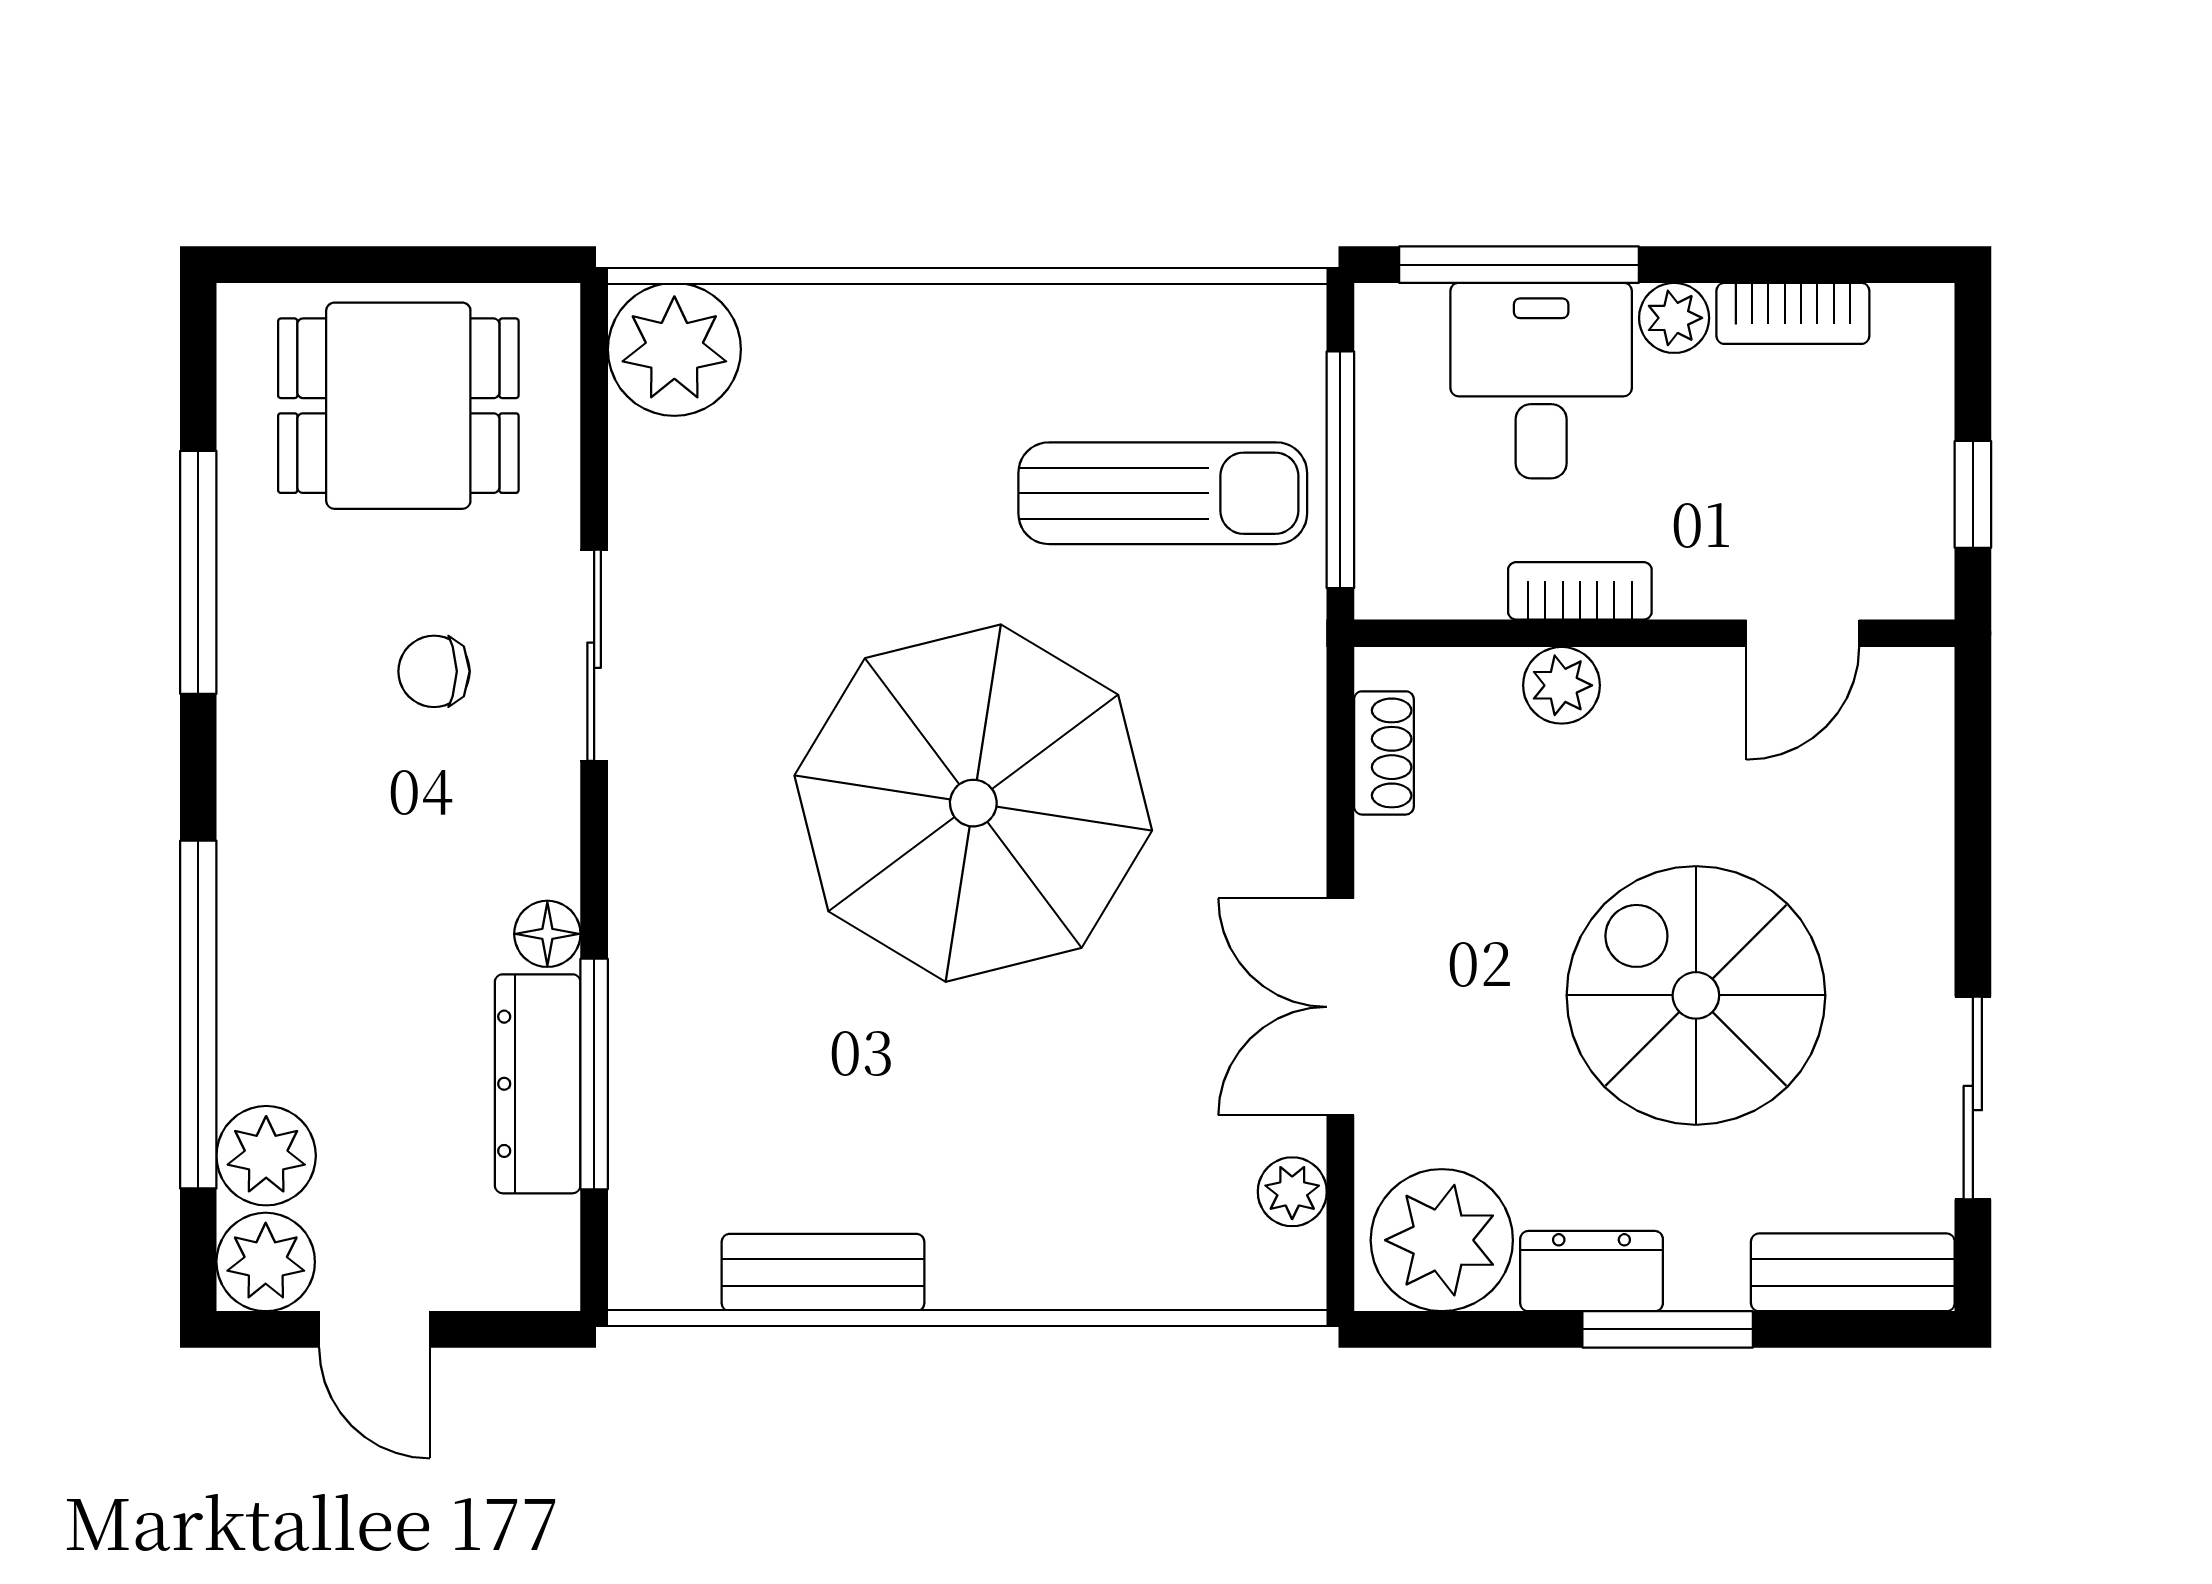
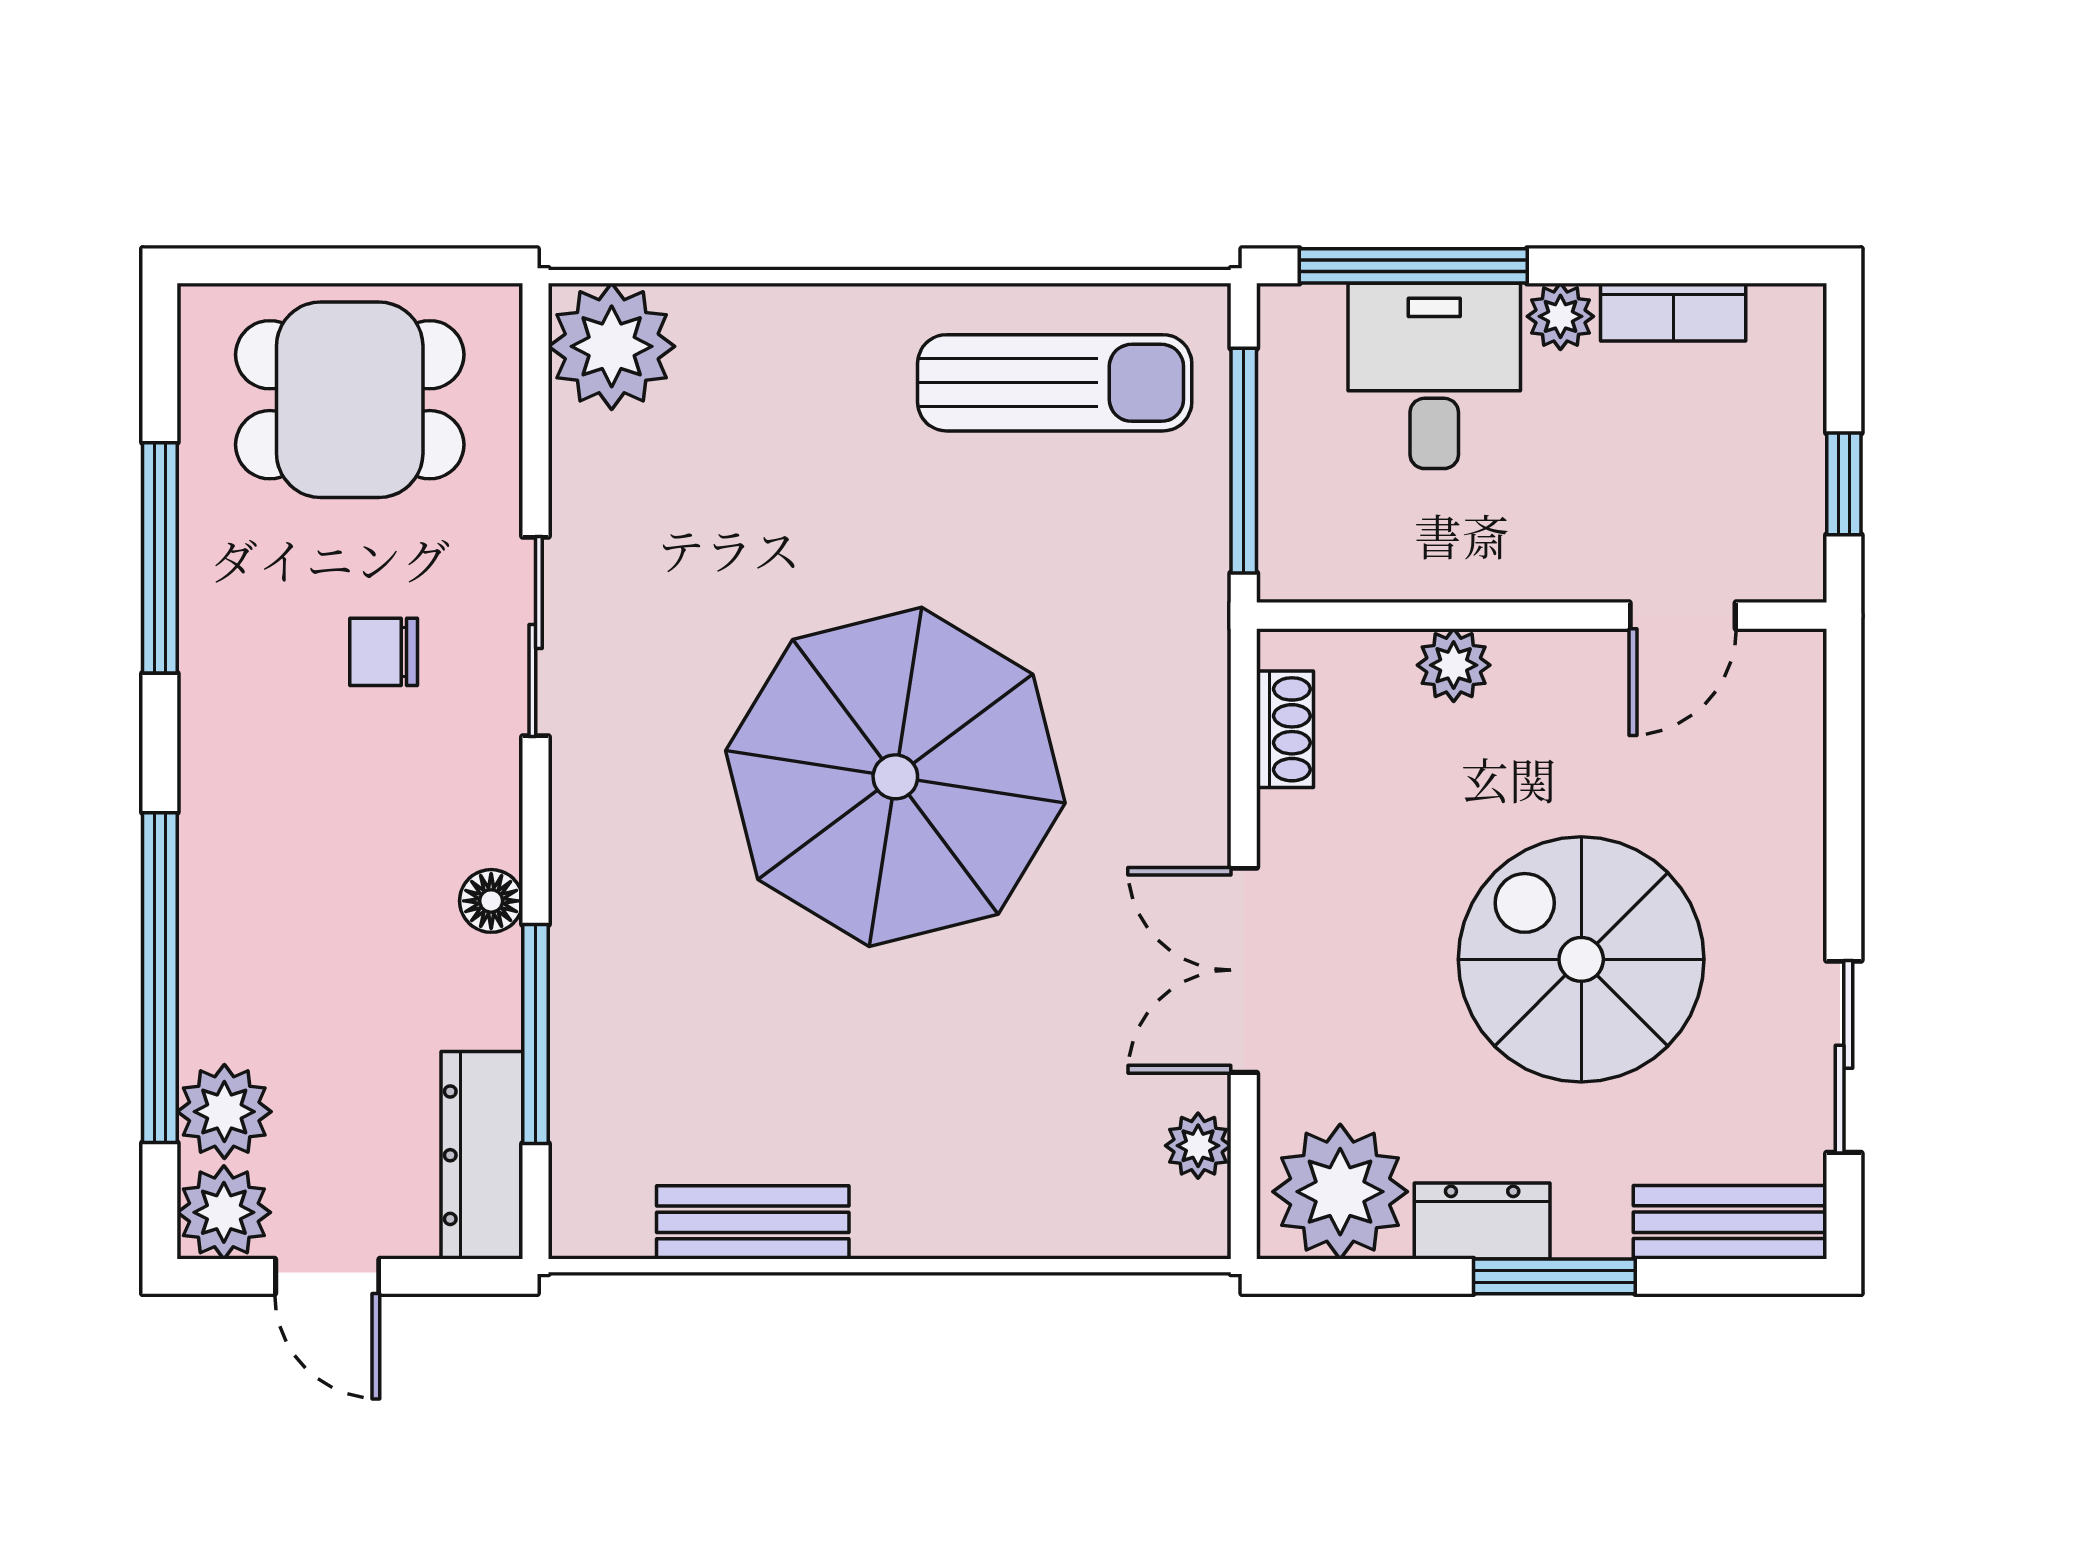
sun lounger: (1163, 493) -> (1055, 383), moved
bookcase: (1580, 591) -> (1471, 575), removed
dresser: (538, 1084) -> (482, 1155), moved

